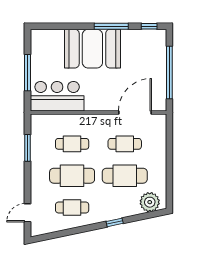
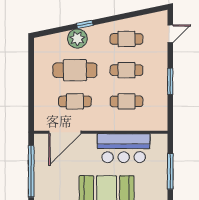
bar counter: (57, 96) -> (124, 148), moved
window: (28, 148) -> (170, 81), moved
cafe table: (72, 176) -> (127, 70), width x0.73, depth x0.74
plant: (150, 202) -> (77, 39), moved

